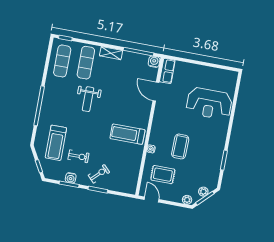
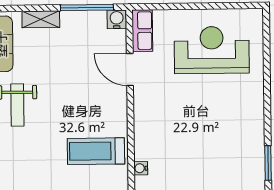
reception desk: (209, 103) -> (212, 50), moved, turned 180
coffee table: (180, 146) -> (189, 154), removed

